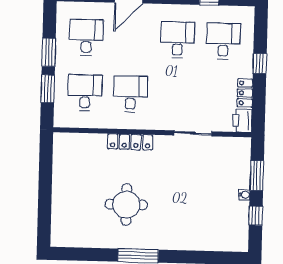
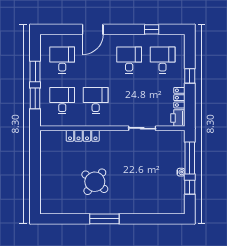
locker: (130, 142) -> (83, 136), moved
window: (257, 176) -> (190, 158), width x1.44
round table: (126, 205) -> (95, 182), turned 38

